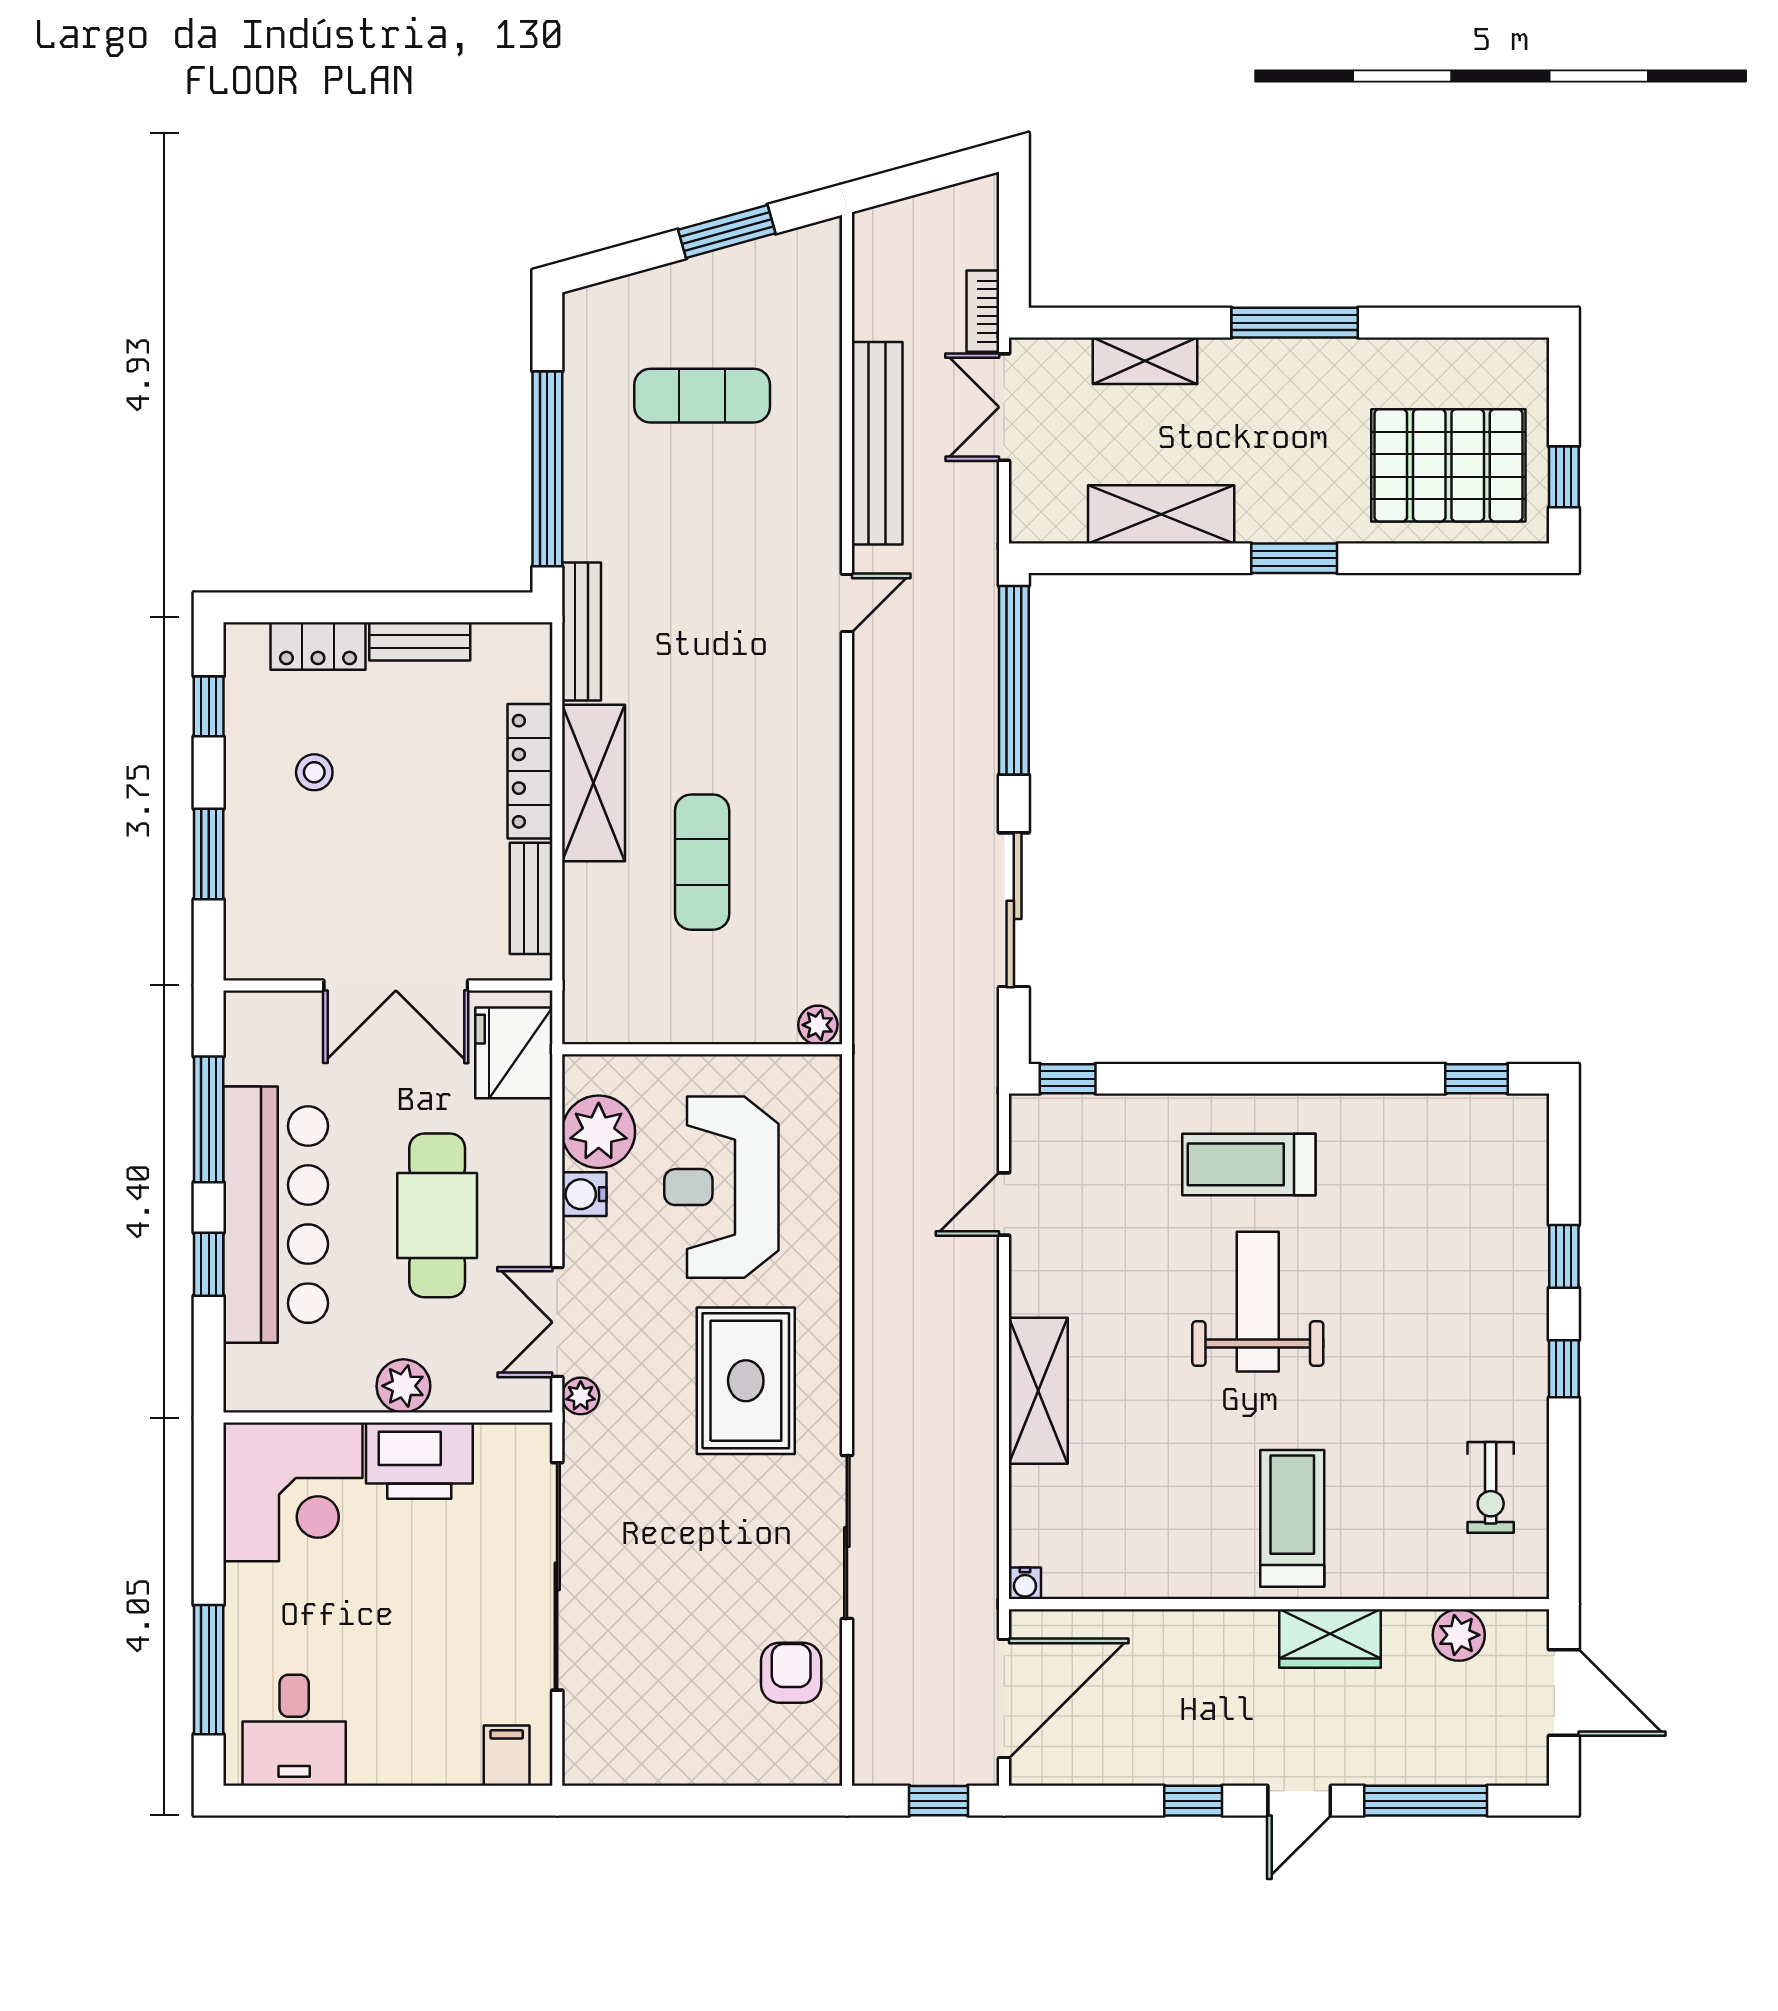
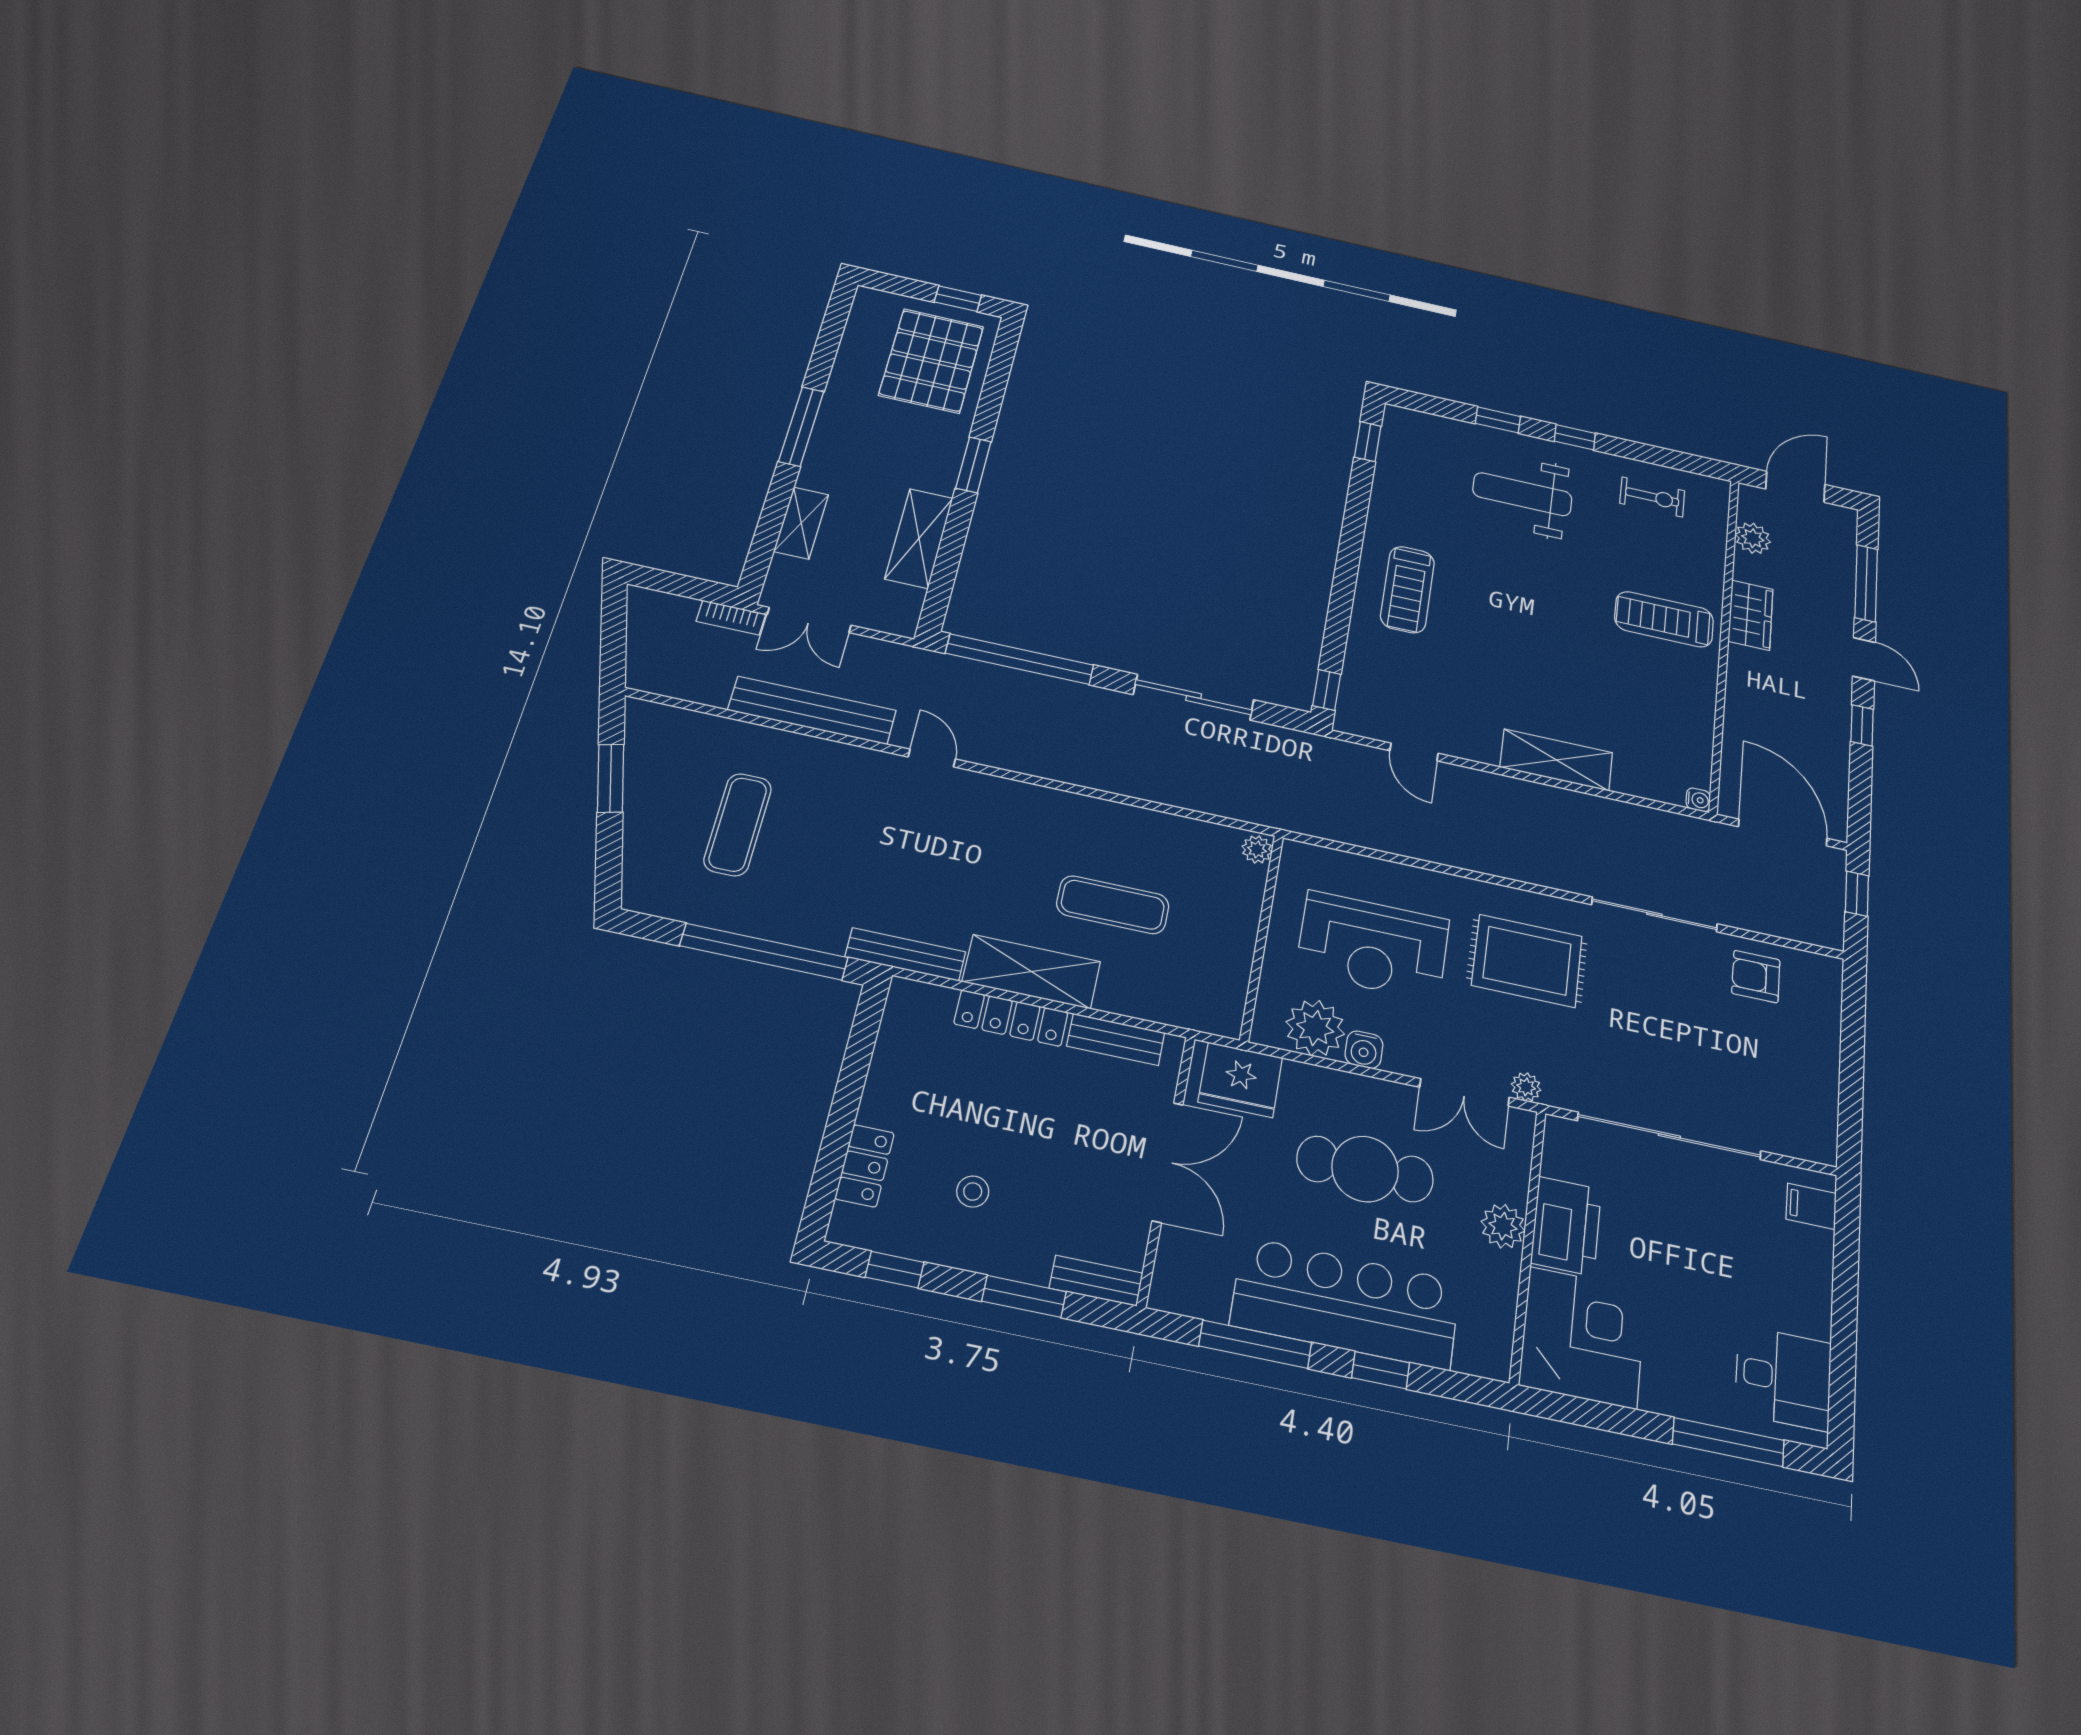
bench: (420, 641) -> (1096, 1281), moved, turned 90
weight bench: (1258, 1302) -> (1522, 494), moved

